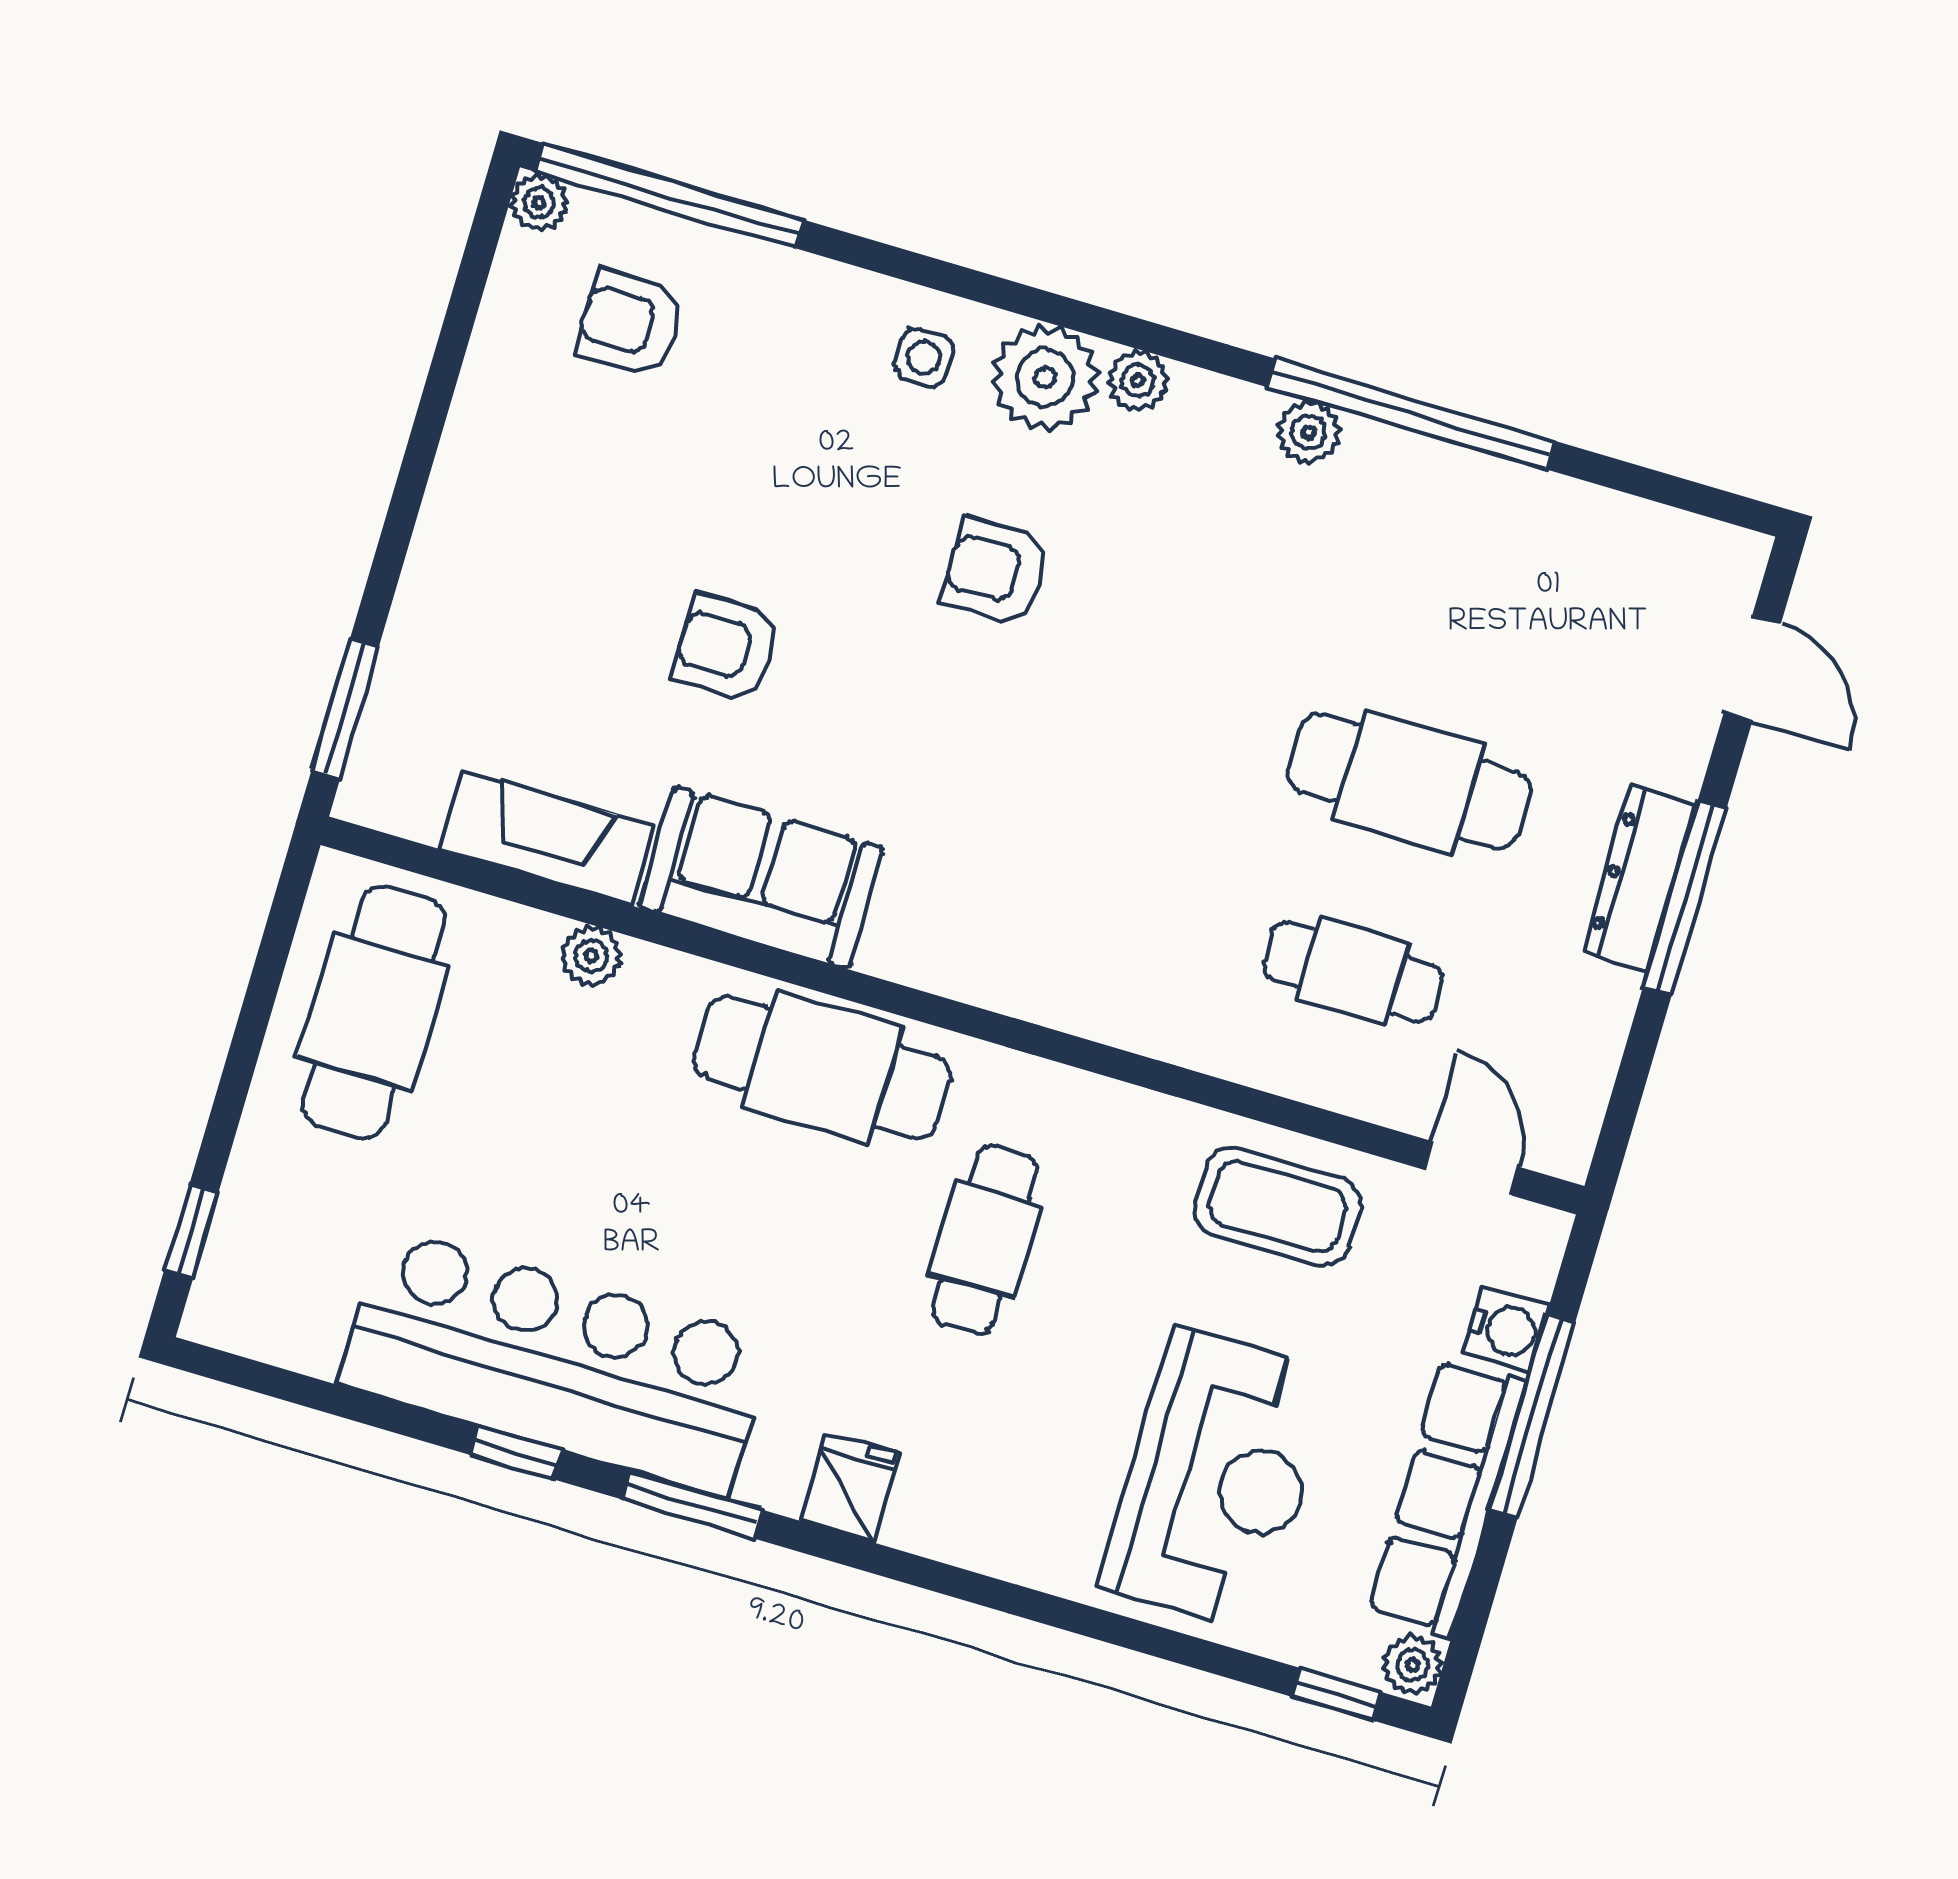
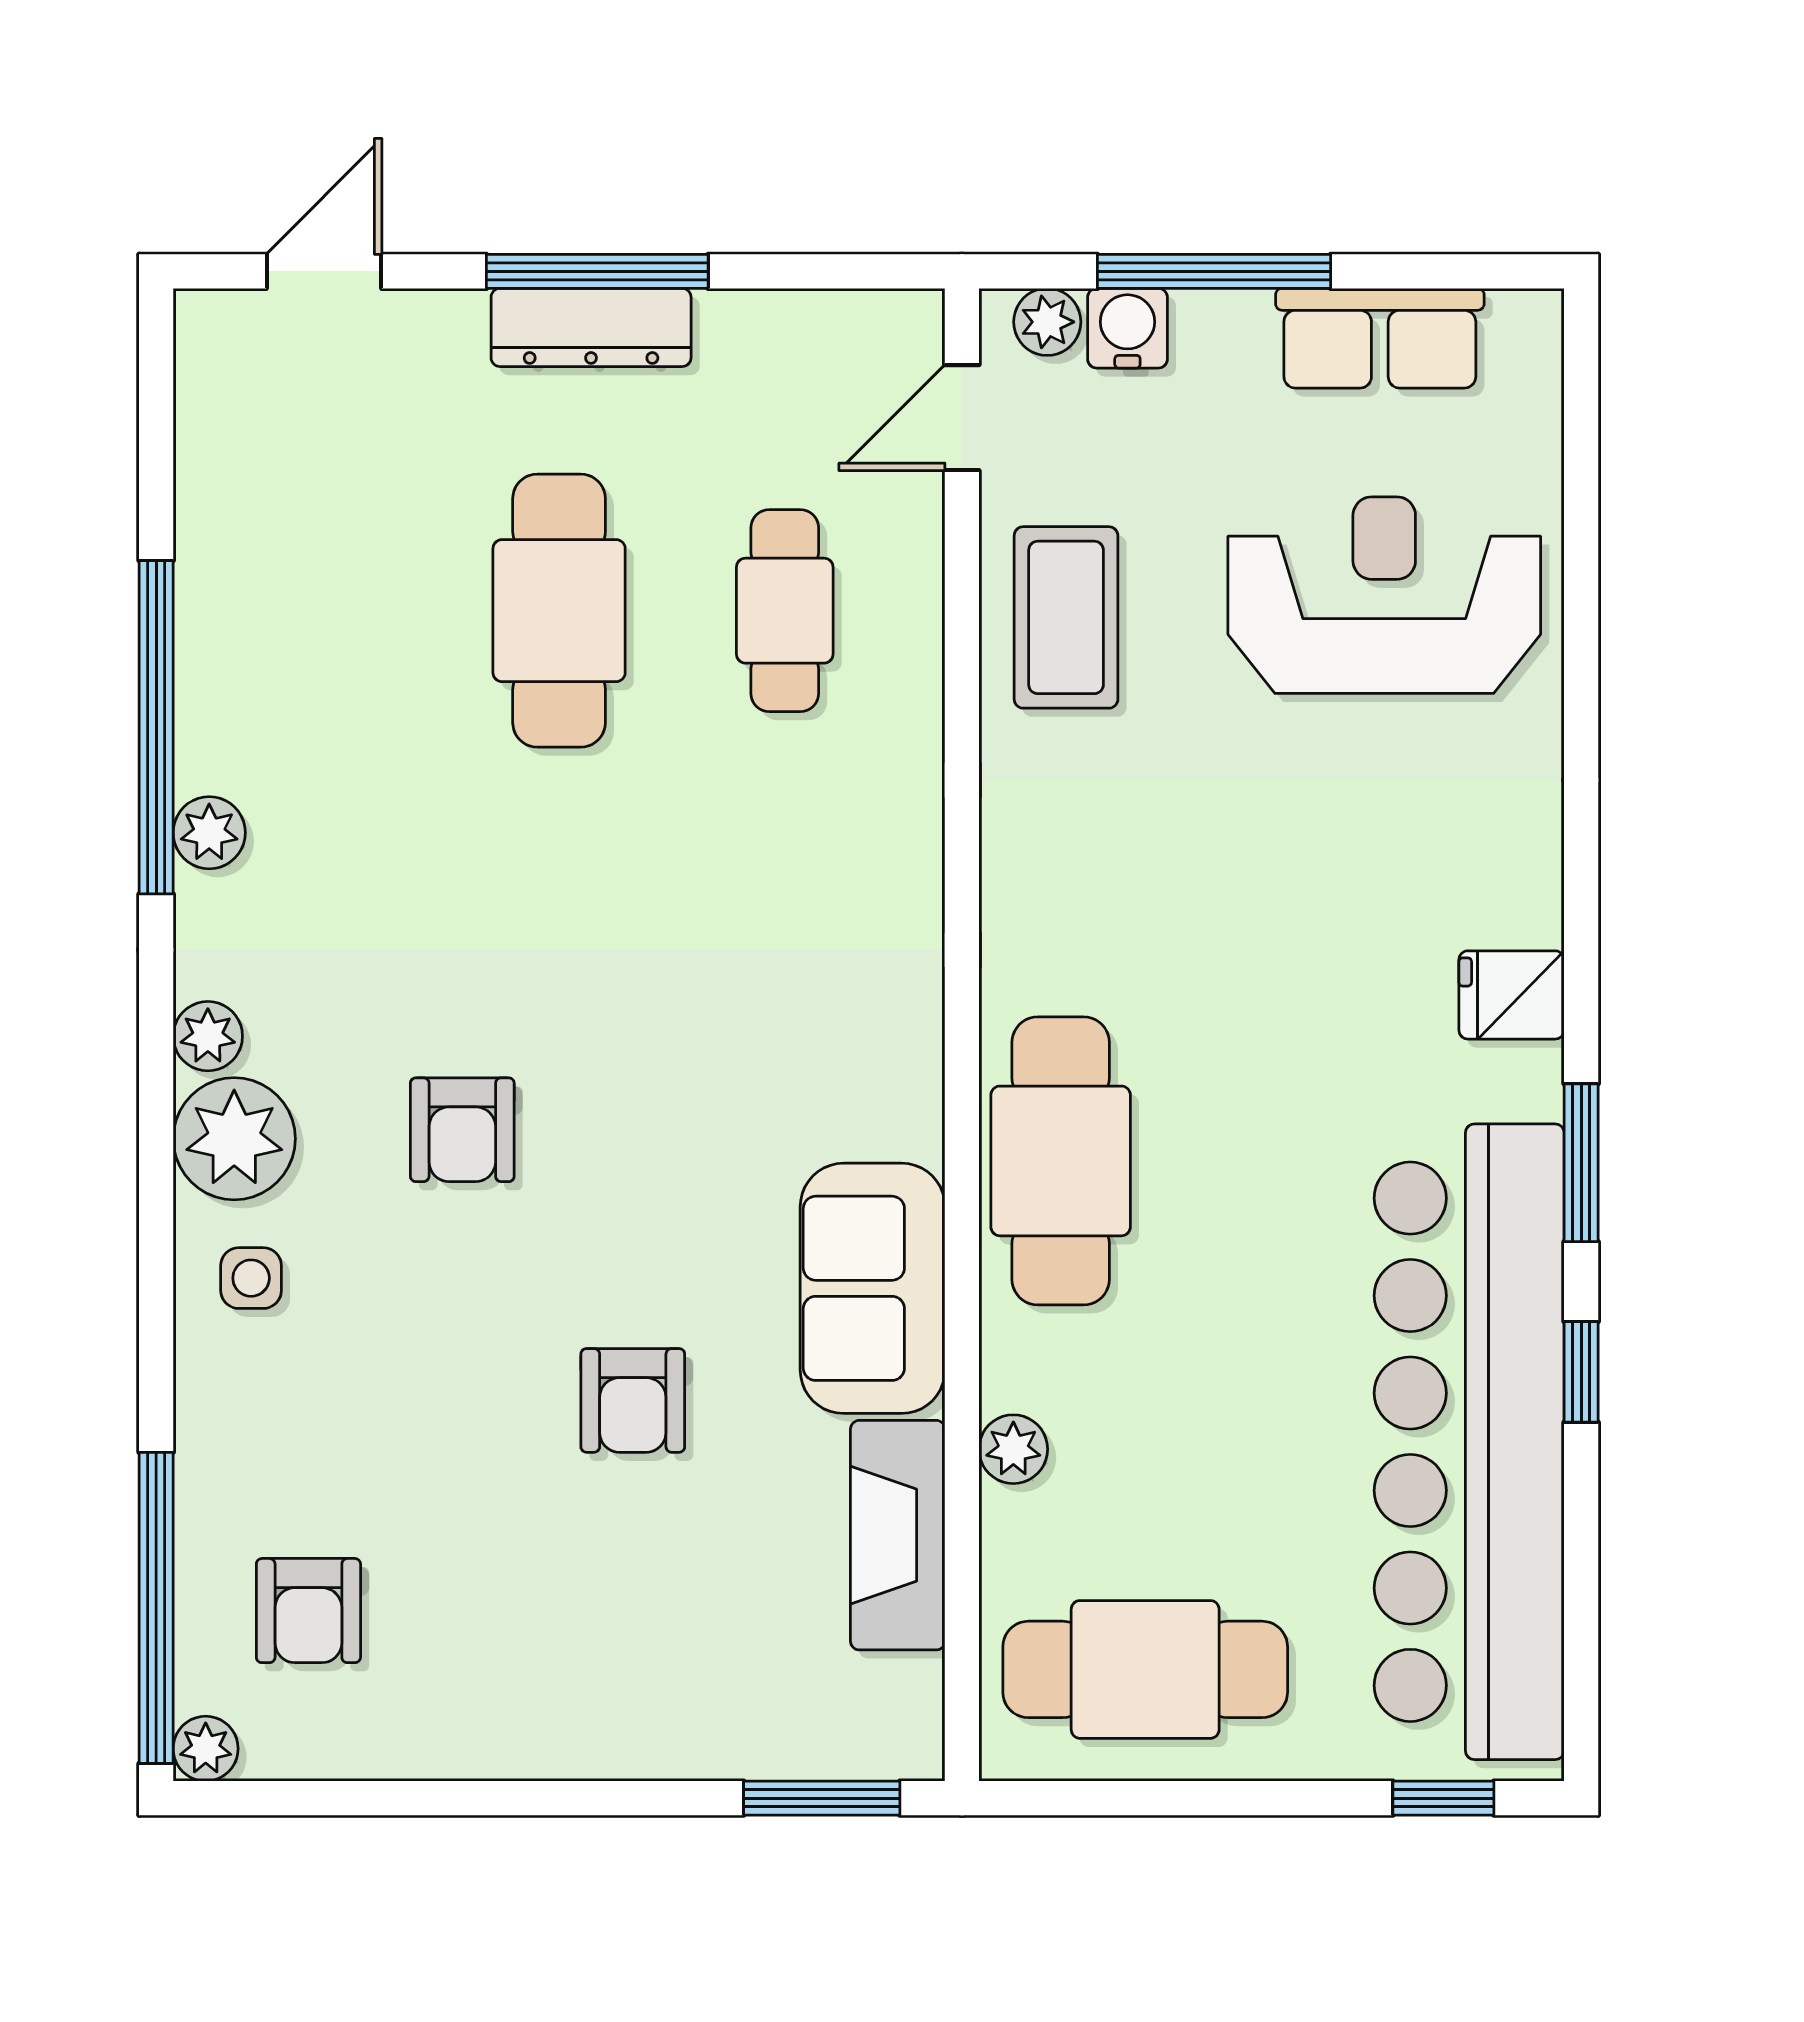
cafe table: (985, 1240) -> (1197, 927), removed
bar counter: (556, 1362) -> (1469, 1442), width x1.36
row of seats: (1447, 1497) -> (1380, 338), width x0.68
plant: (1413, 1665) -> (1047, 322), moved
window: (1337, 1694) -> (1581, 395), removed

